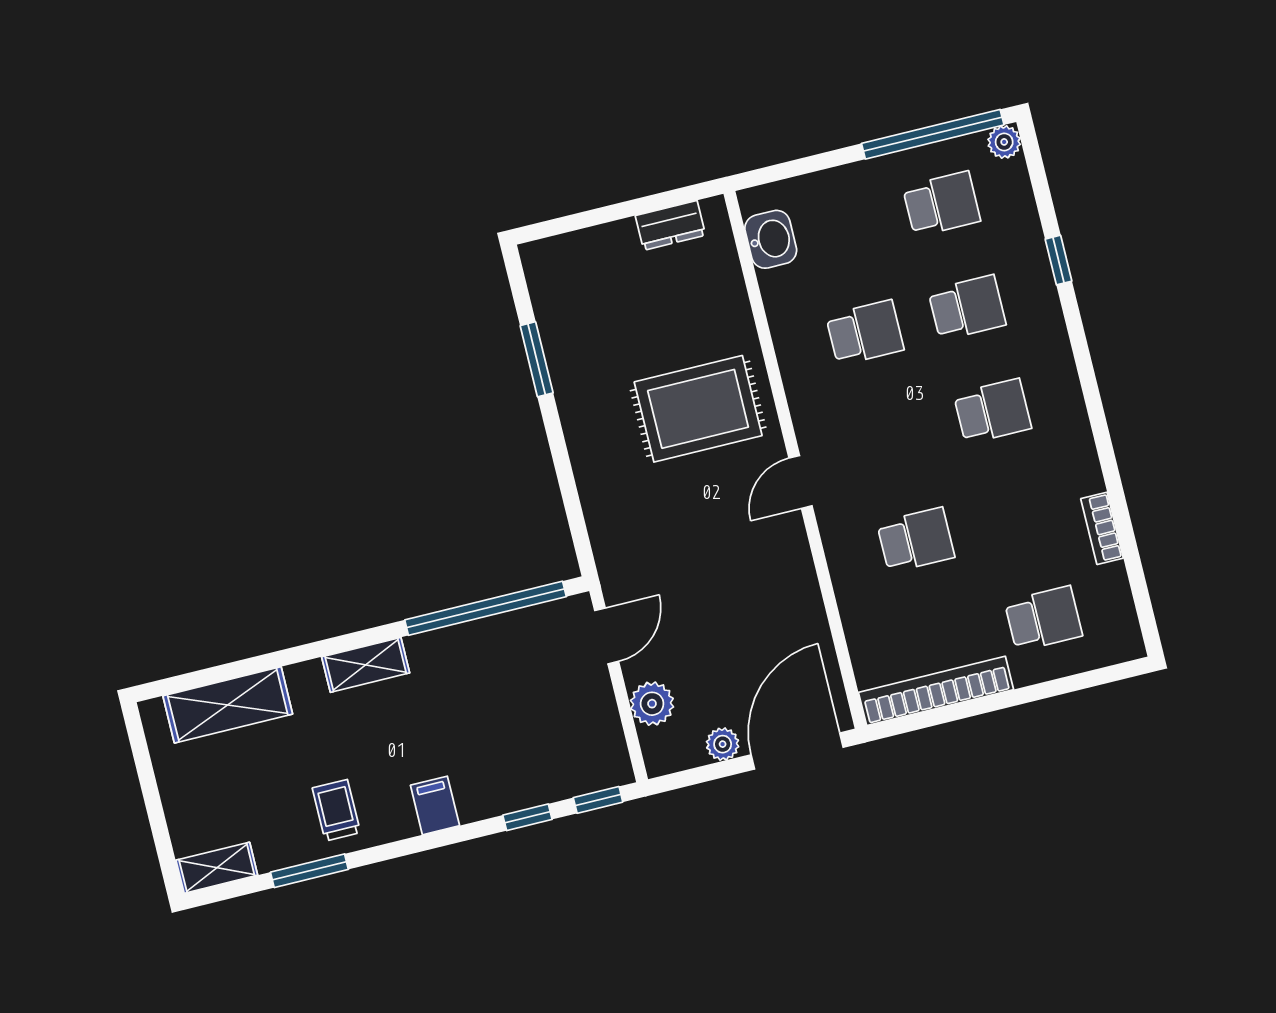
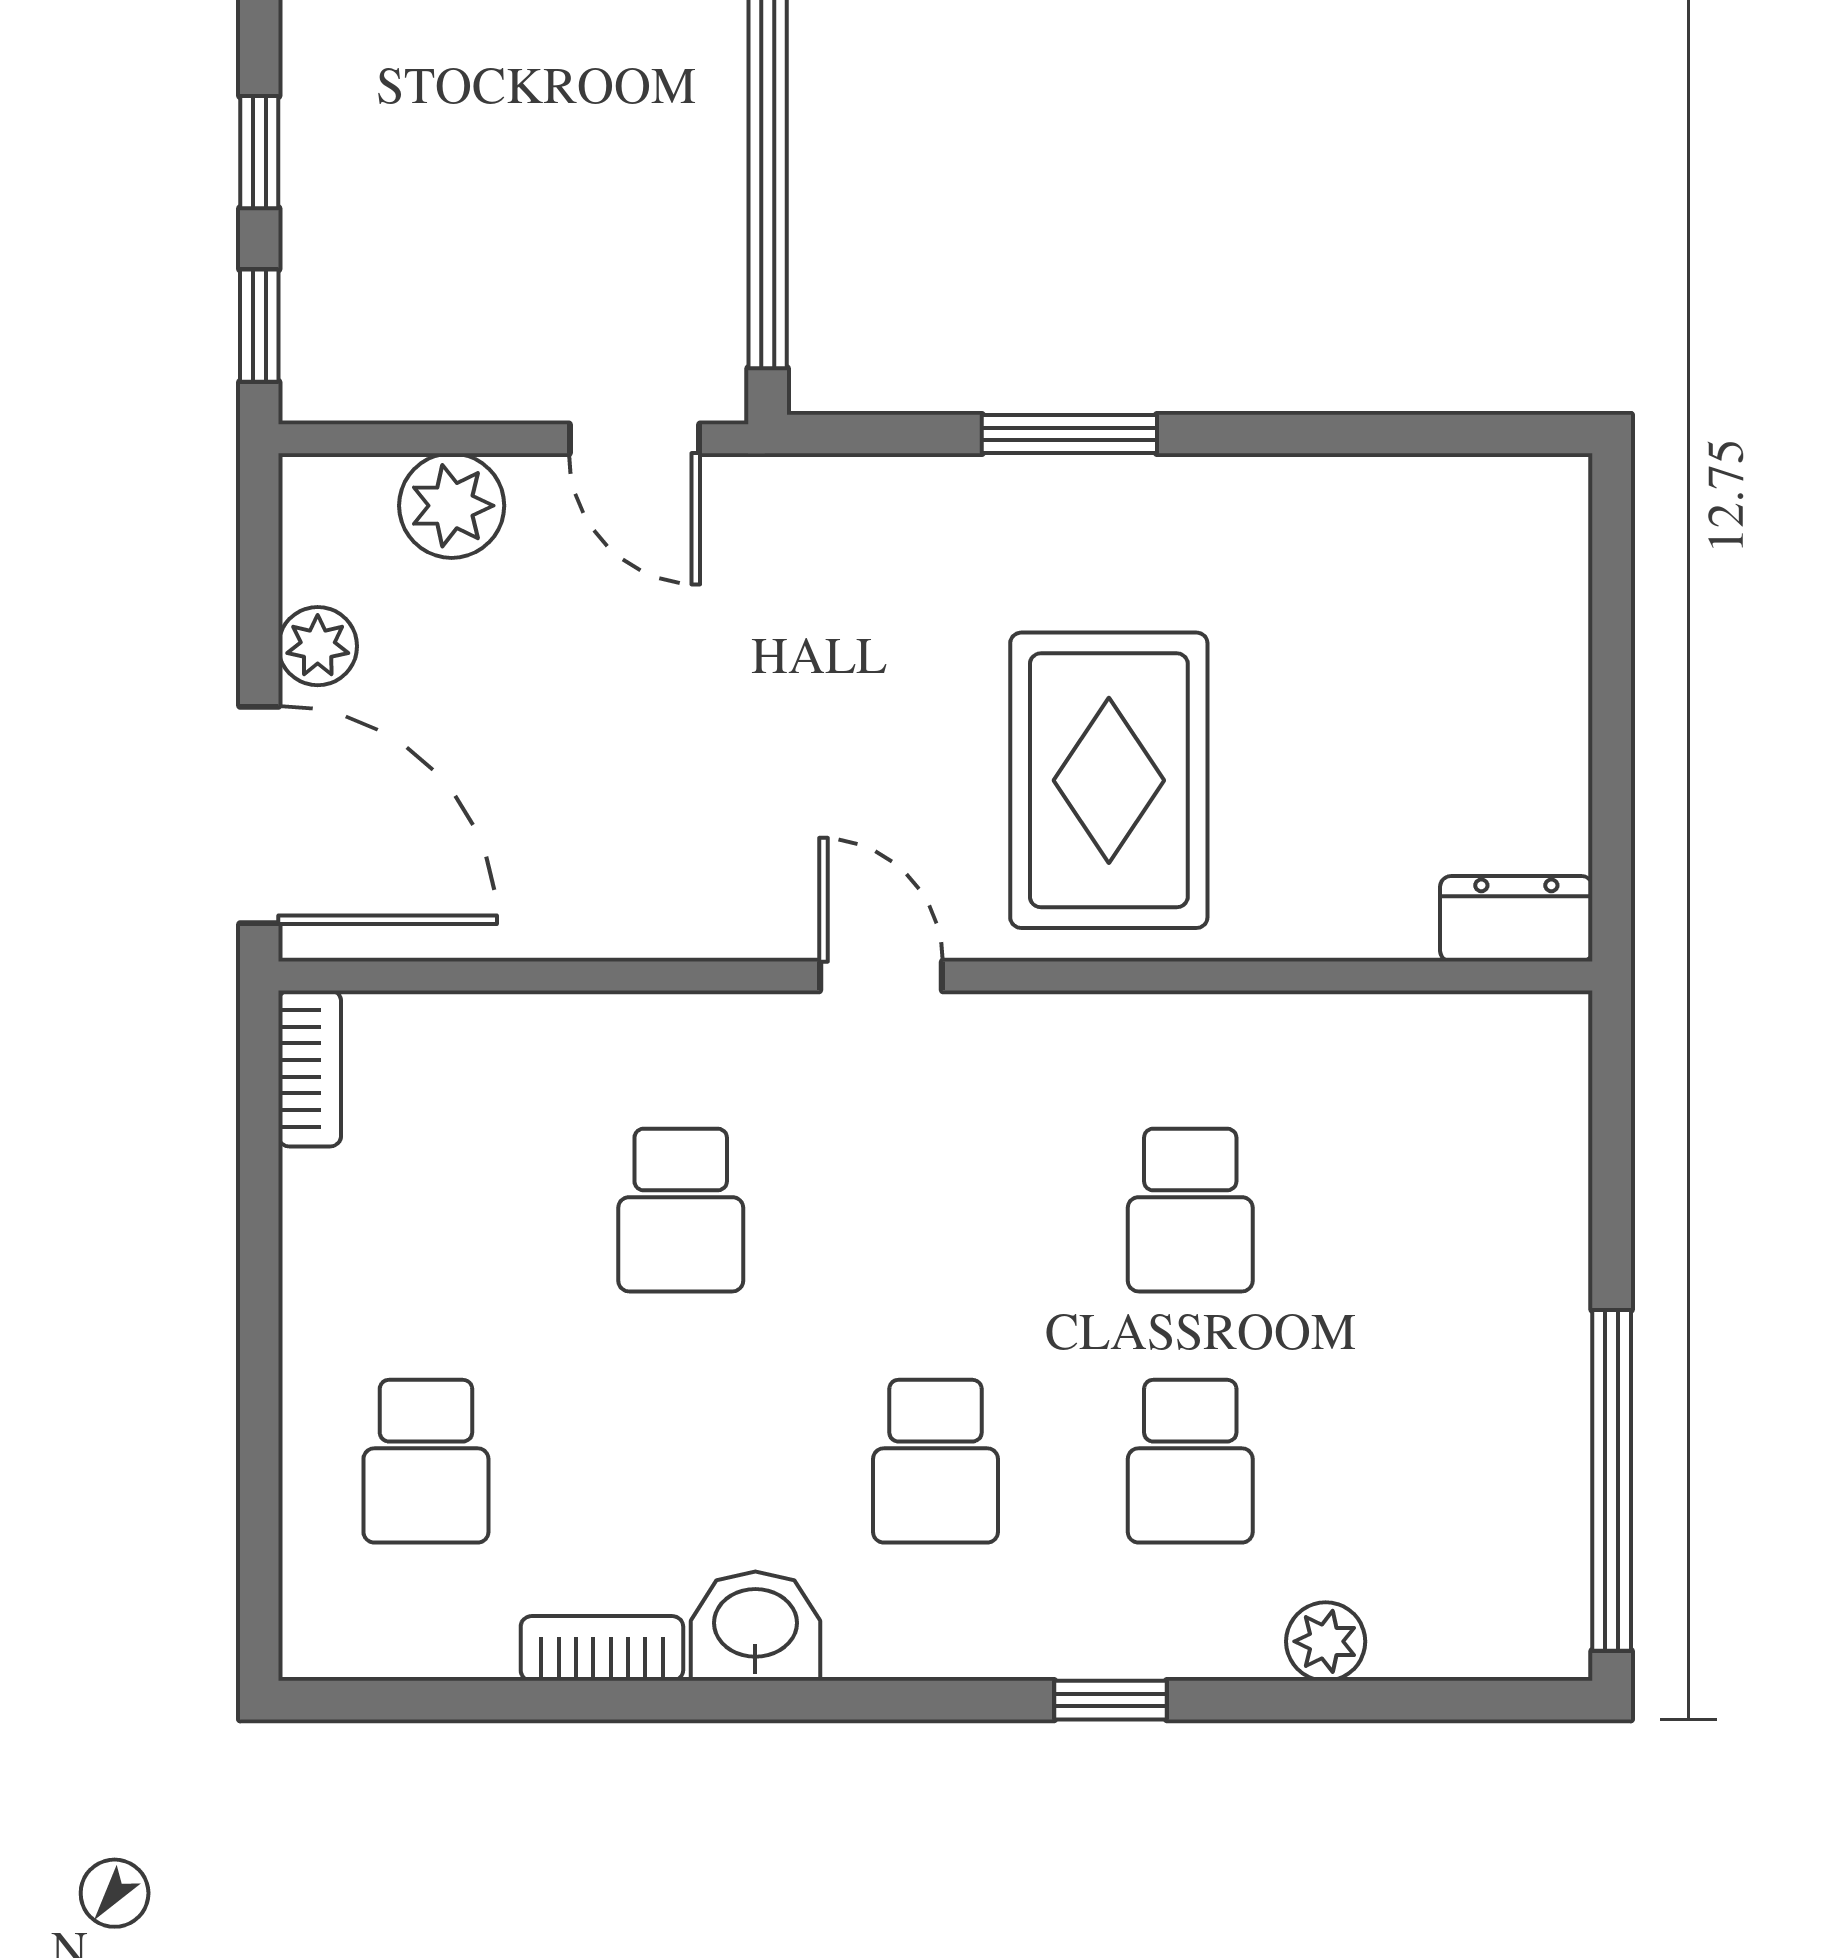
plant: (1004, 142) -> (1326, 1641), moved
school desk: (942, 204) -> (1445, 1461), removed
dresser: (670, 225) -> (1516, 919), moved, turned 90
washbasin: (771, 239) -> (755, 1626), moved, turned 180
window: (1058, 260) -> (1110, 1700), moved
window: (537, 359) -> (1069, 434), moved
bookcase: (936, 691) -> (310, 1068), width x0.43, depth x0.76

